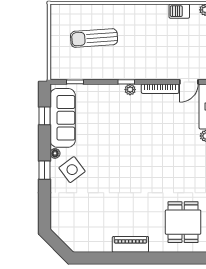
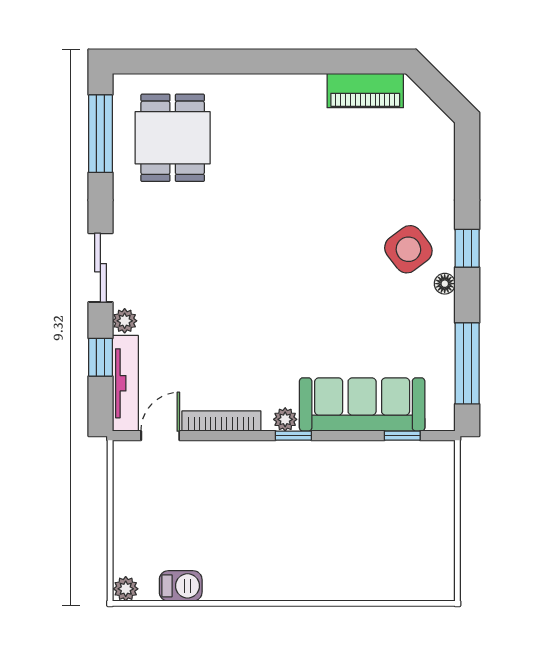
sun lounger: (94, 38) -> (362, 529), removed
window: (44, 116) -> (467, 363), width x2.17
sofa: (63, 118) -> (362, 404), moved, turned 90
piano: (130, 244) -> (365, 91), moved

